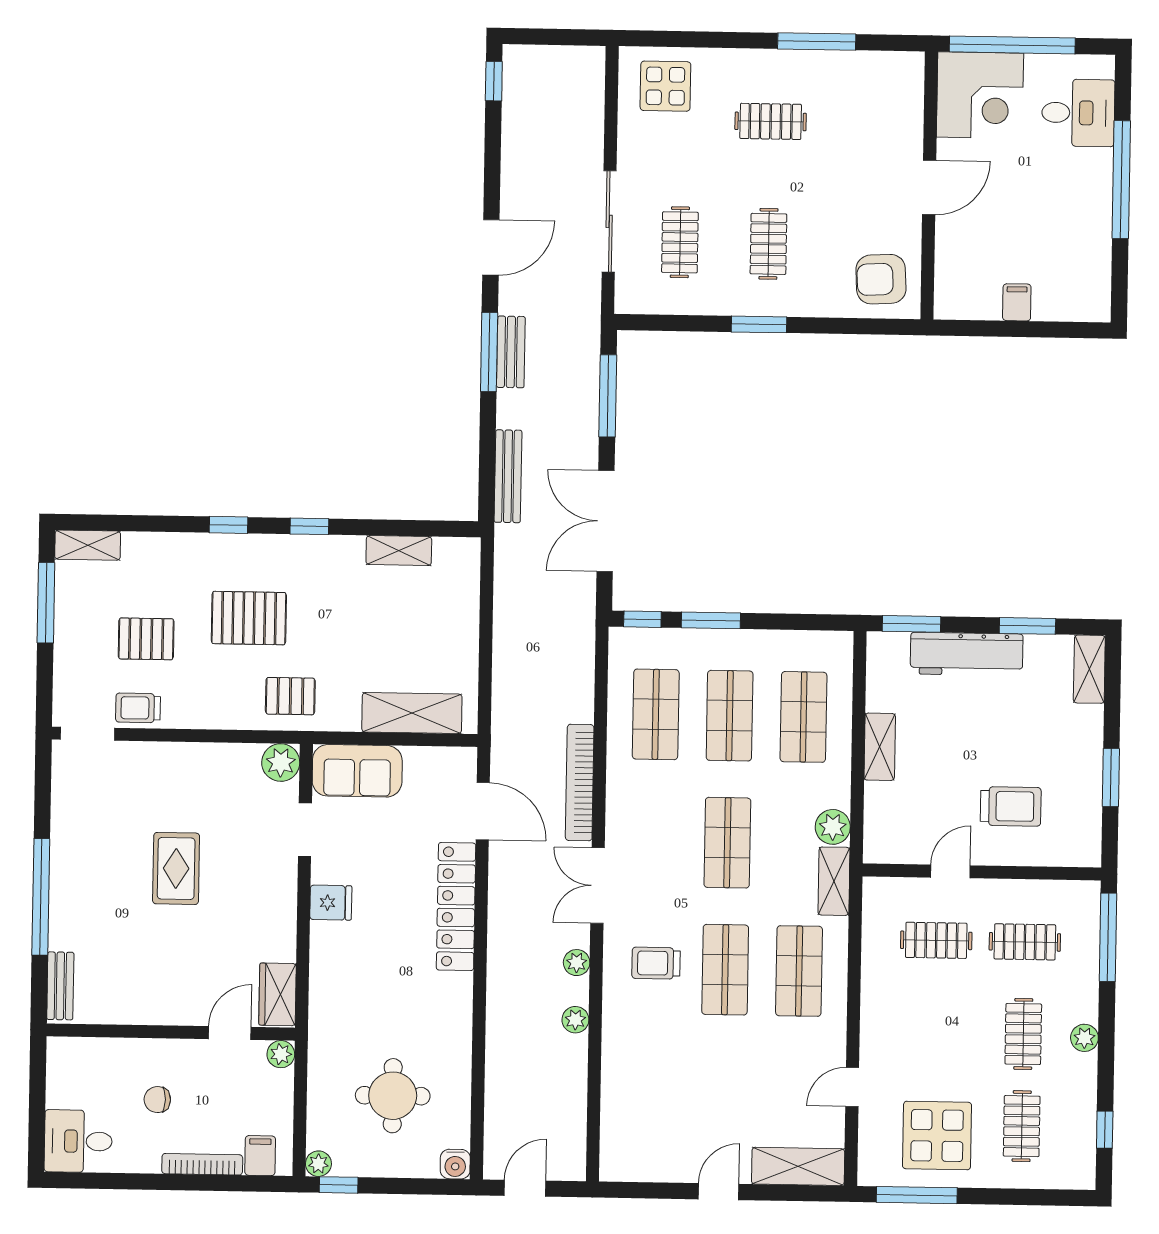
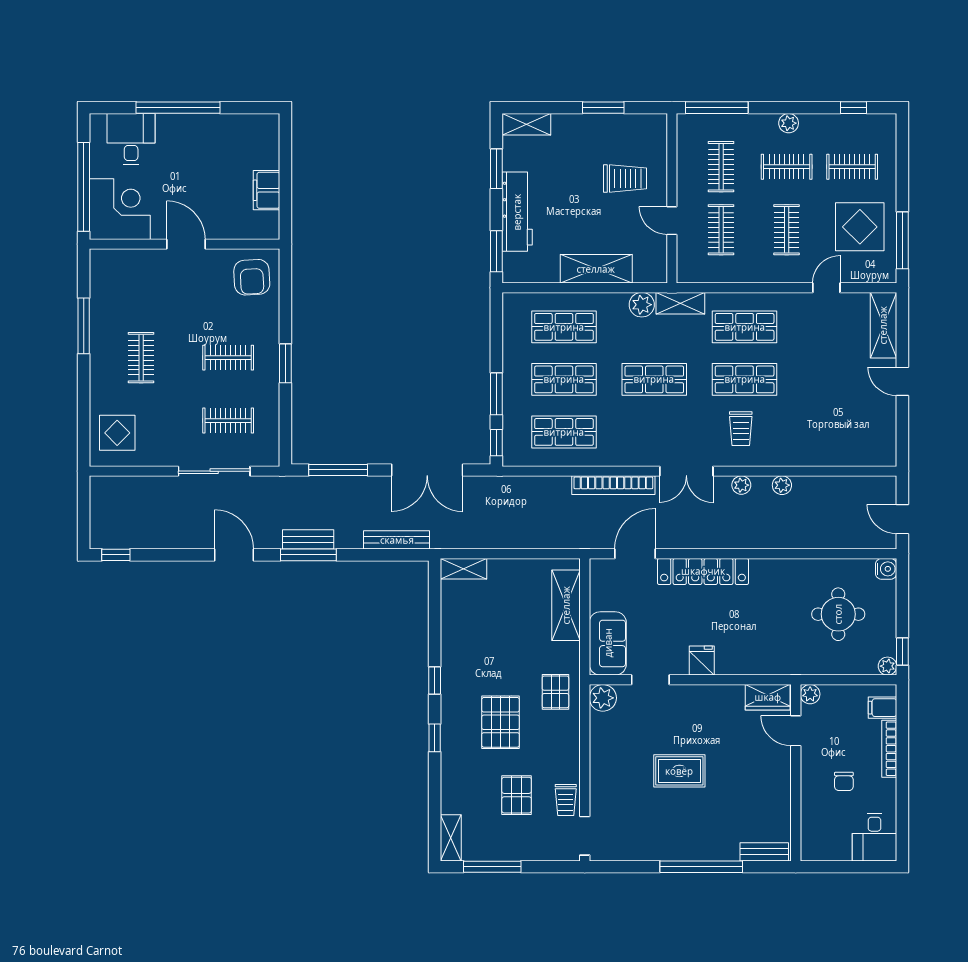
filing cabinet: (1017, 302) -> (267, 190), width x2.00
shelving: (399, 551) -> (463, 569), moved, turned 90
shelving: (880, 747) -> (596, 269), width x1.50, depth x1.33
trolley: (1011, 806) -> (625, 178), turned 90
clothes rail: (935, 1032) -> (787, 230), added
door: (852, 1087) -> (826, 288), swing flipped

